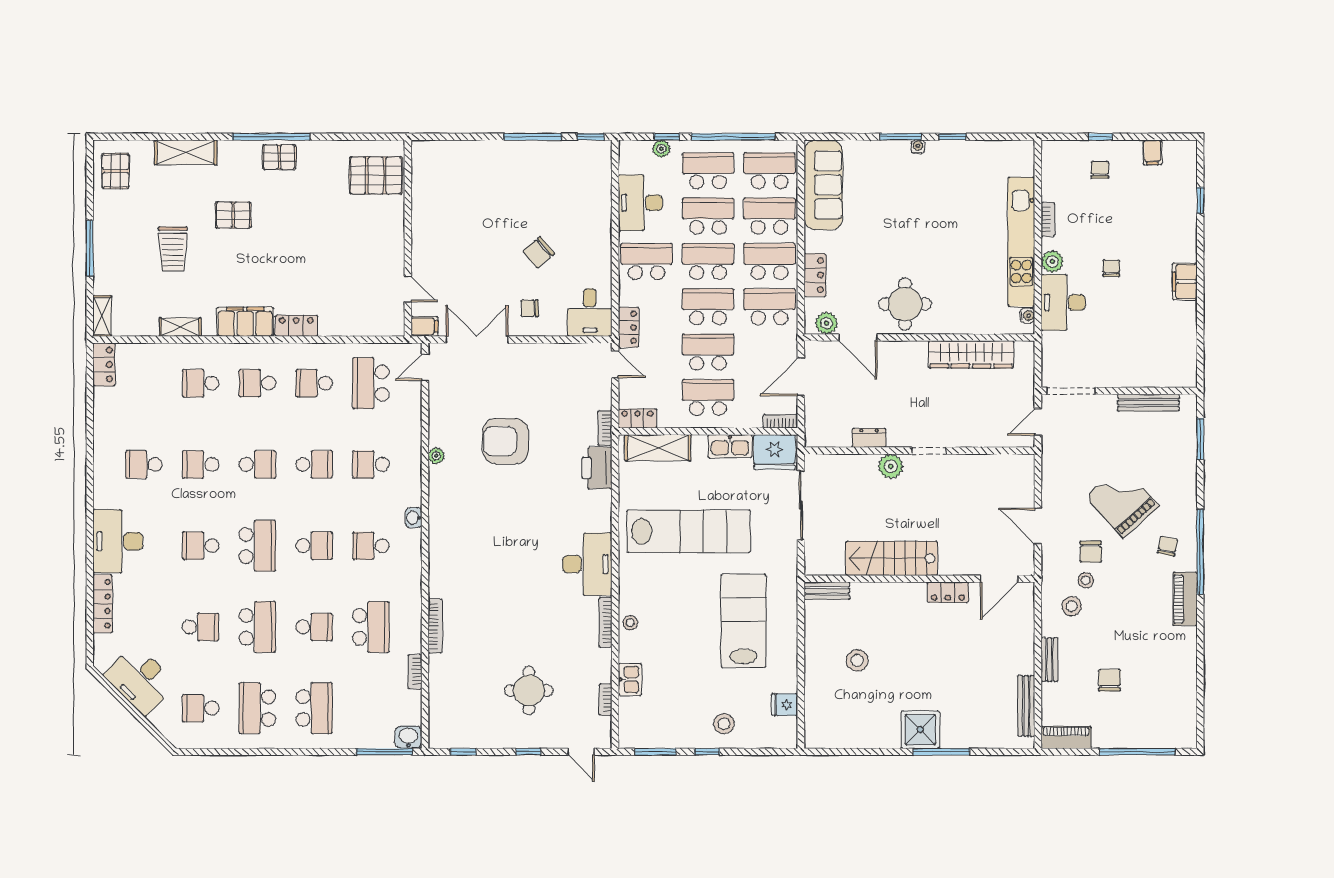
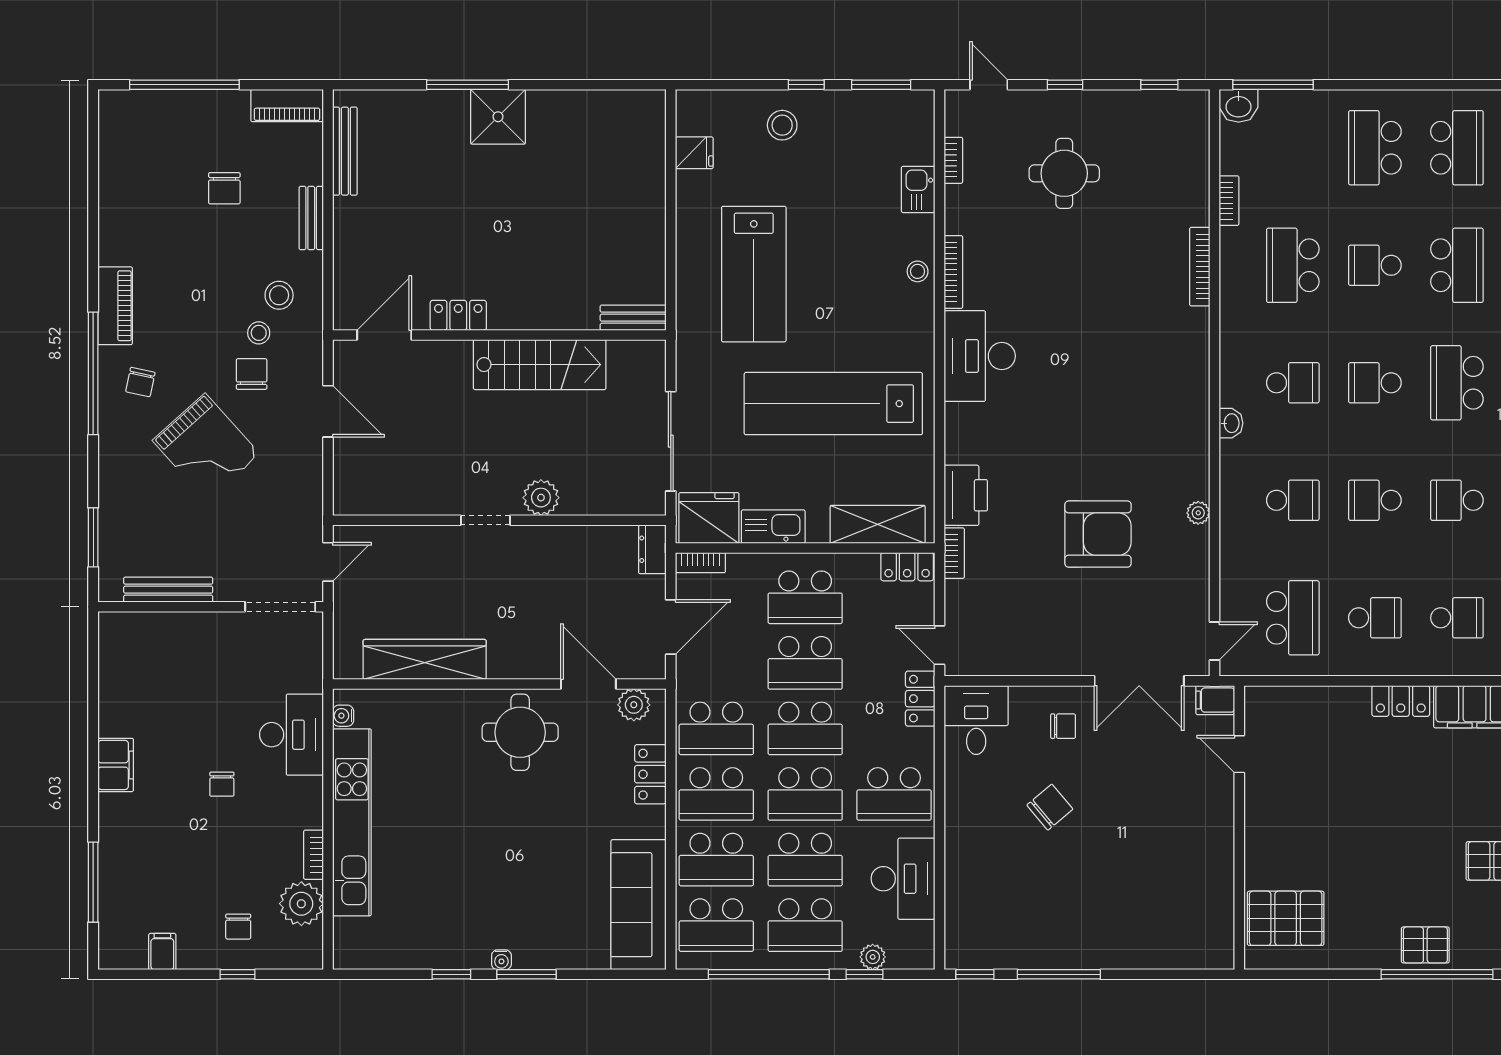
window: (1200, 200) -> (93, 882), width x2.17
plant: (1052, 262) -> (301, 904), moved, width x1.36, depth x1.36
dresser: (869, 438) -> (652, 549), moved, turned 90
school desk: (257, 627) -> (1457, 265), turned 180
stool: (857, 660) -> (589, 217), removed

